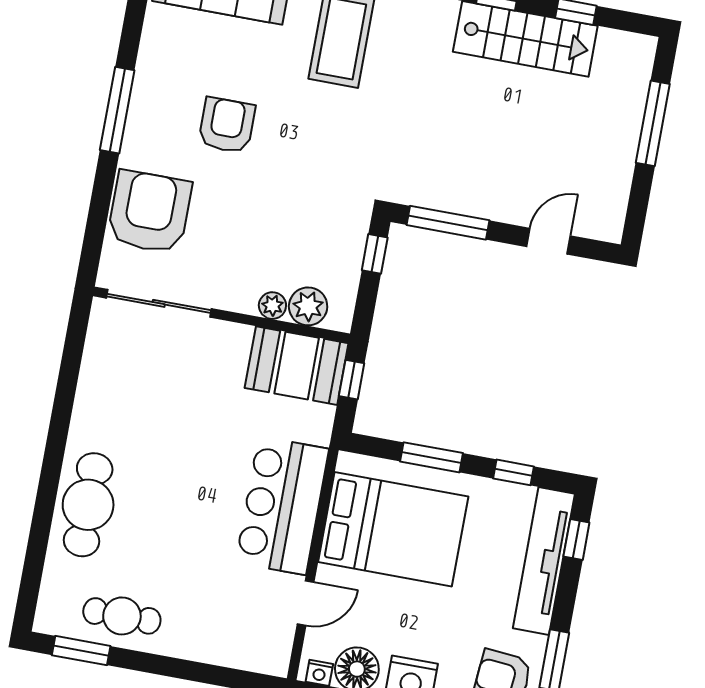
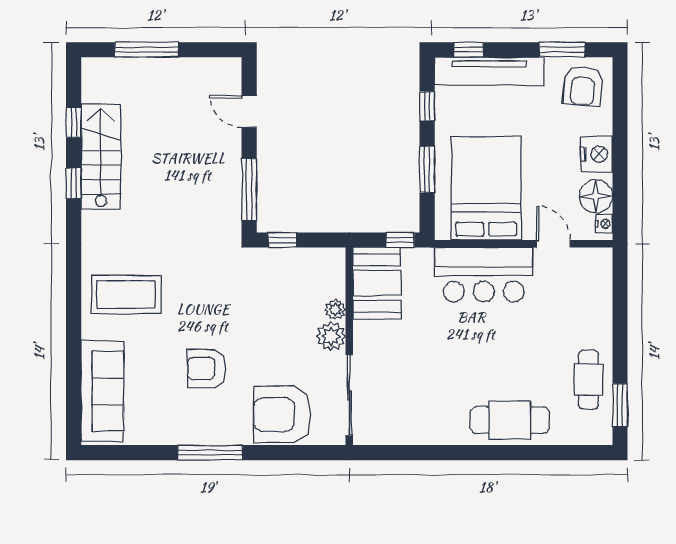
plant: (308, 306) -> (331, 336), moved
window: (352, 380) -> (400, 240), moved

